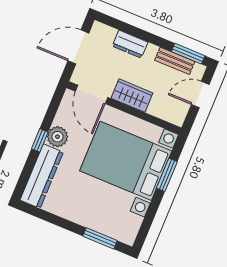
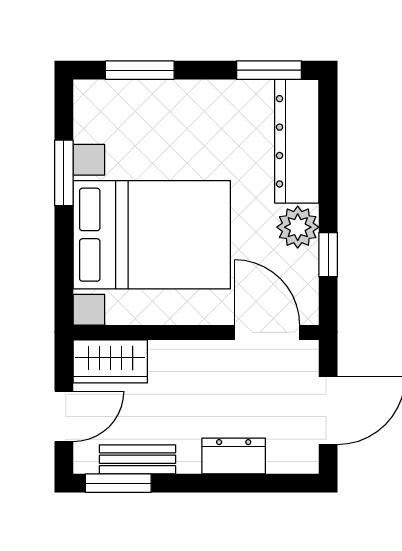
wardrobe: (132, 96) -> (110, 361), moved
window: (40, 140) -> (328, 255), moved
window: (167, 175) -> (64, 173), moved
window: (41, 214) -> (269, 70), added

